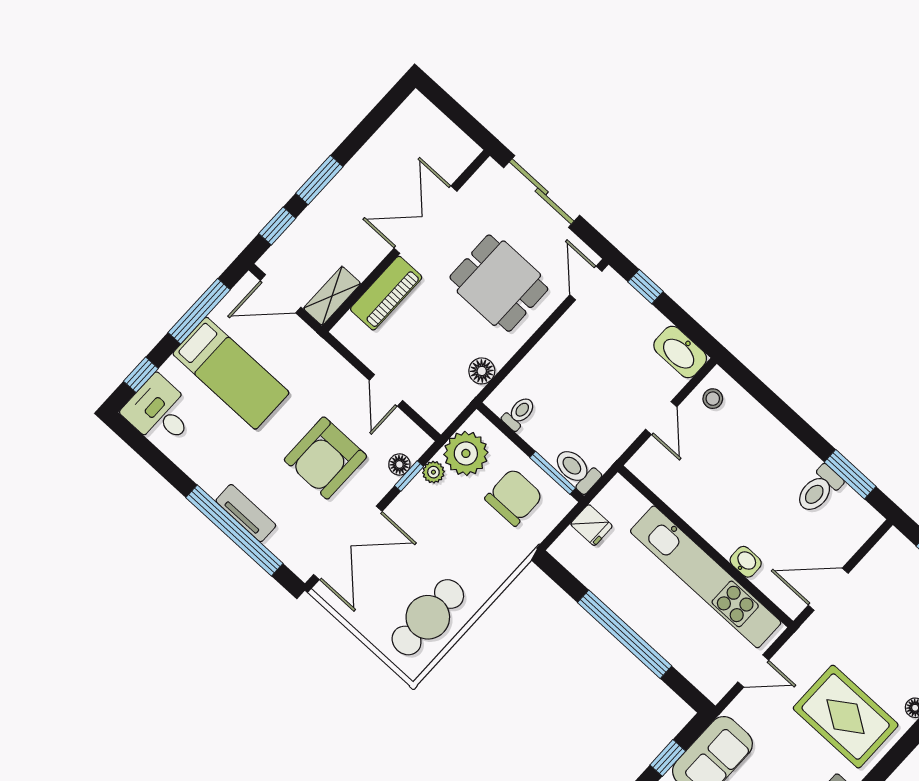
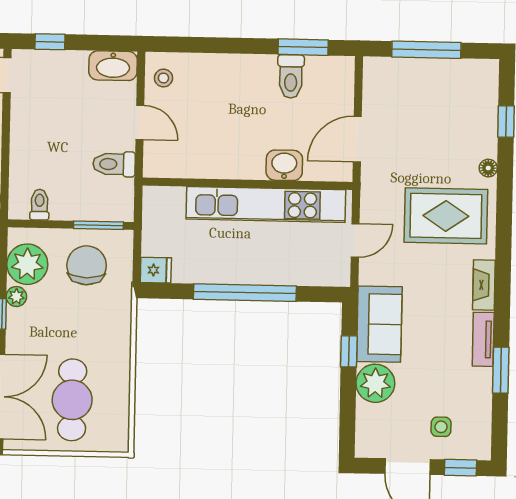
toilet: (577, 470) -> (114, 164), moved
fridge: (591, 525) -> (156, 270), moved
washbasin: (746, 562) -> (284, 165), width x1.38, depth x1.45
cafe table: (428, 617) -> (72, 400), moved

